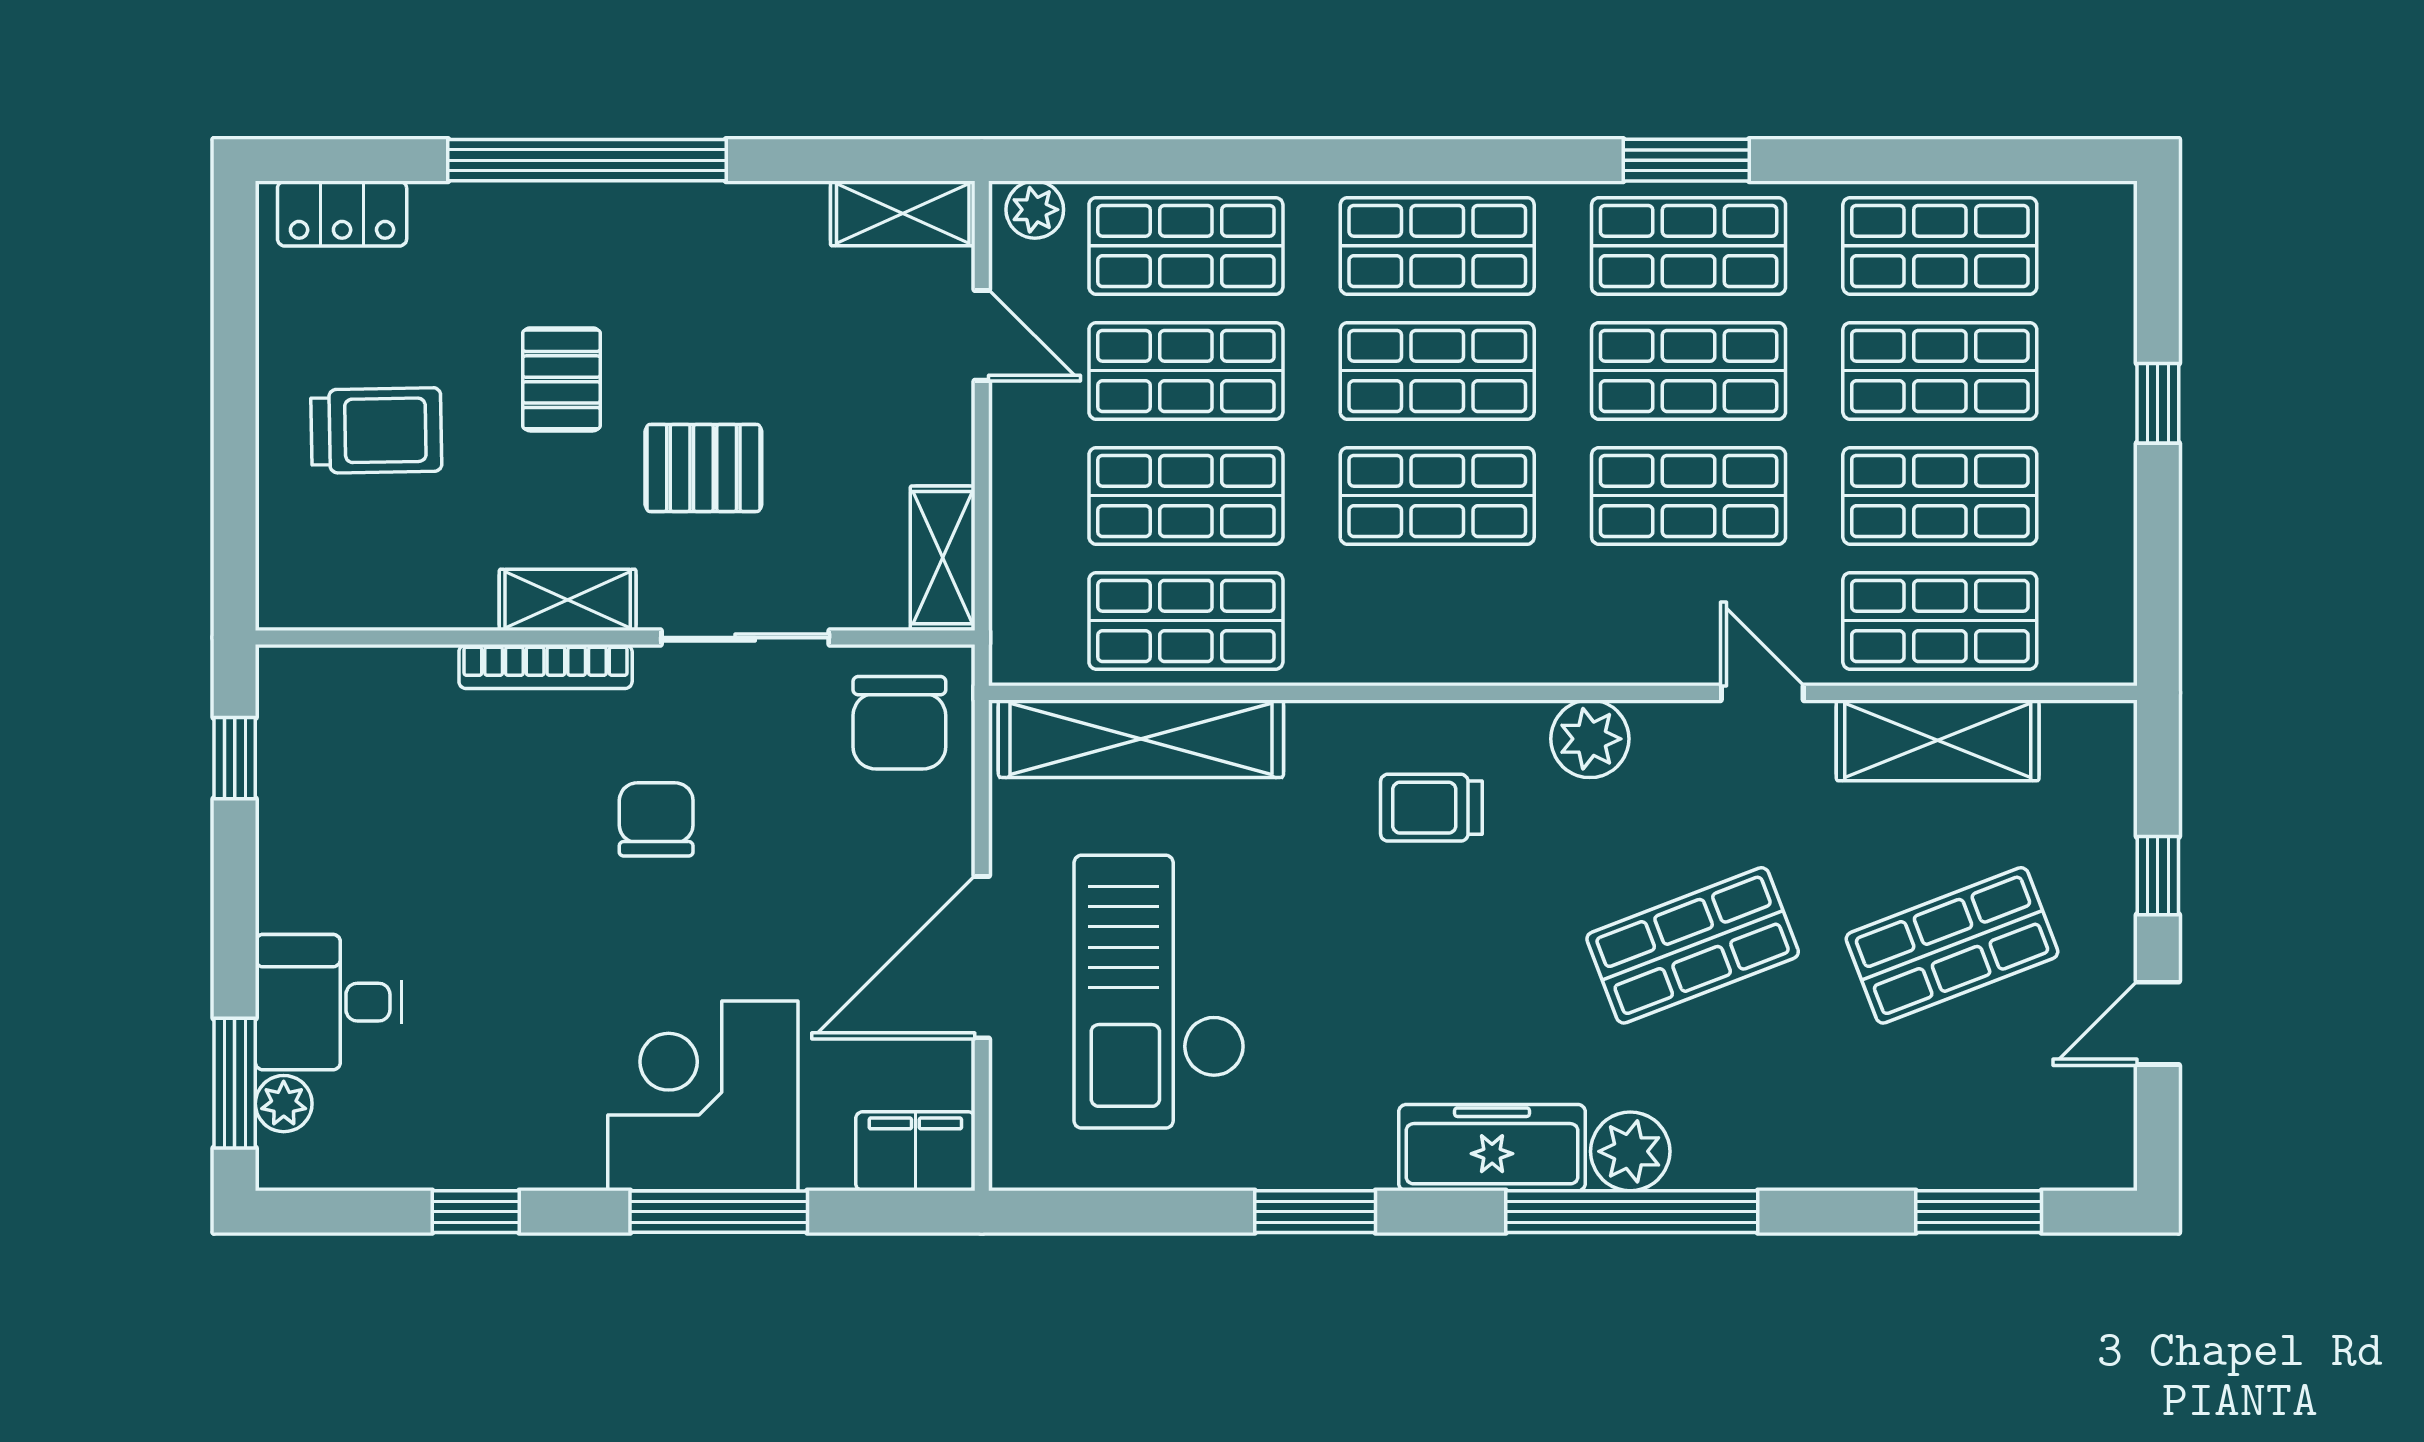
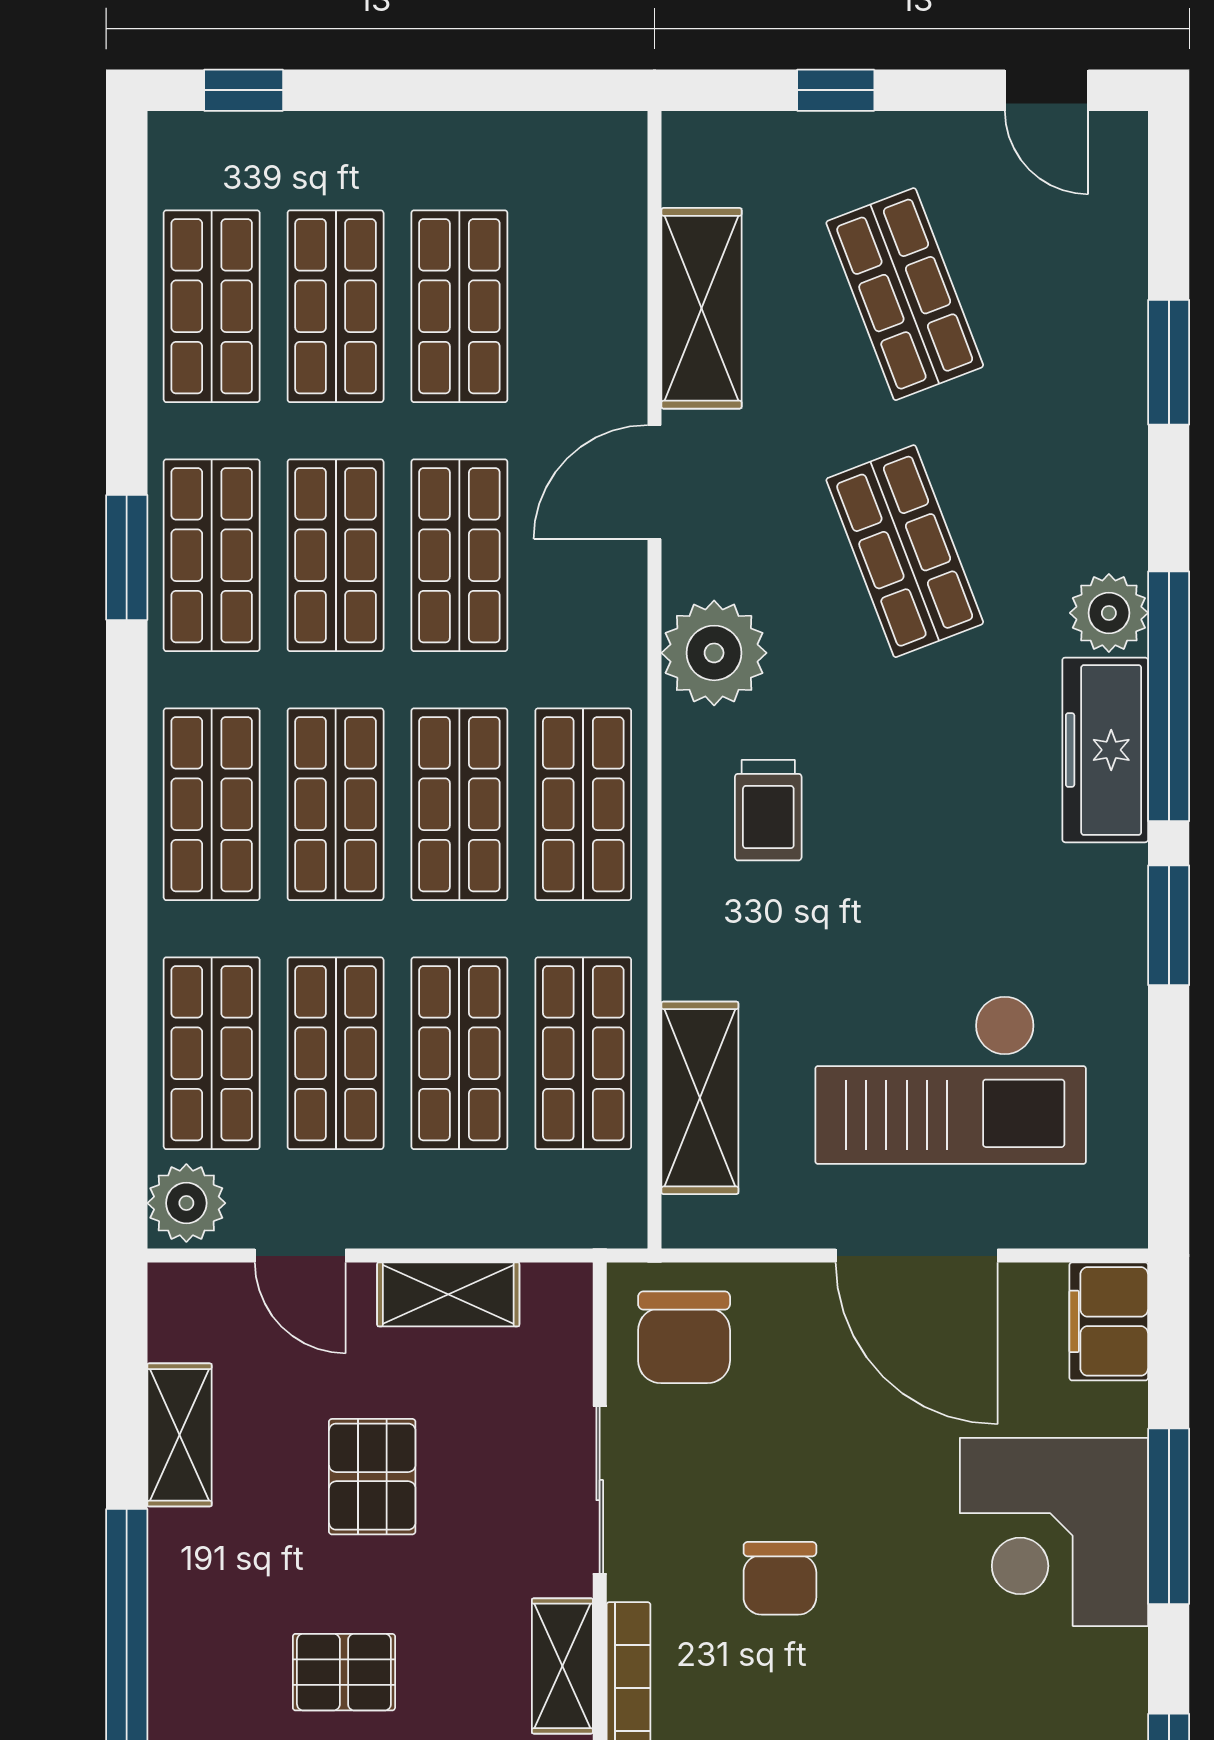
plant: (1035, 210) -> (186, 1203), width x1.38, depth x1.38
shelving: (903, 213) -> (179, 1435), moved
door: (982, 335) -> (300, 1256), swing flipped
window: (2158, 403) -> (244, 90), moved
pallet: (703, 468) -> (372, 1477), moved
shelving: (943, 558) -> (448, 1294), moved
shop shelf: (1940, 621) -> (583, 804), moved
door: (1762, 693) -> (655, 482), width x1.38
chair: (899, 723) -> (684, 1337), turned 90
shelving: (1141, 739) -> (700, 1098), width x0.68
plant: (1590, 739) -> (714, 653), width x1.36, depth x1.36
chair: (656, 819) -> (780, 1578), turned -90
door: (2158, 1023) -> (1047, 90), moved
window: (1632, 1212) -> (1169, 696), moved
window: (1979, 1212) -> (1169, 362), moved

